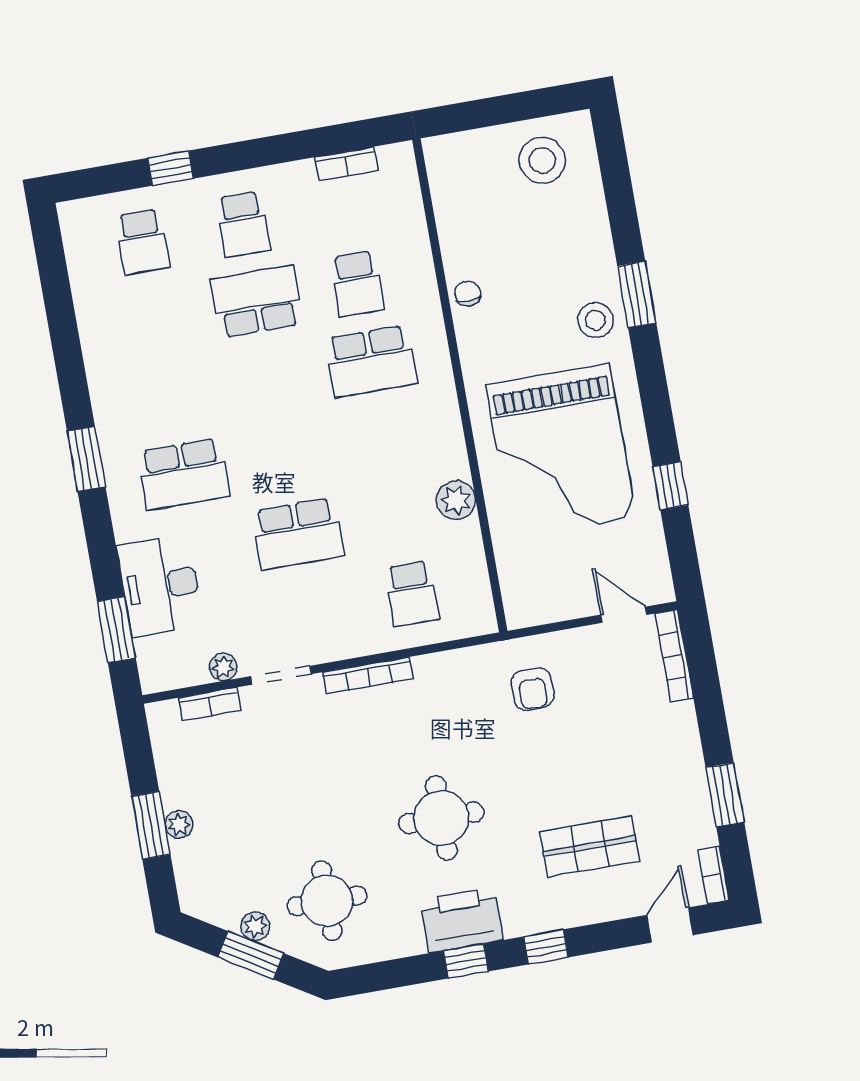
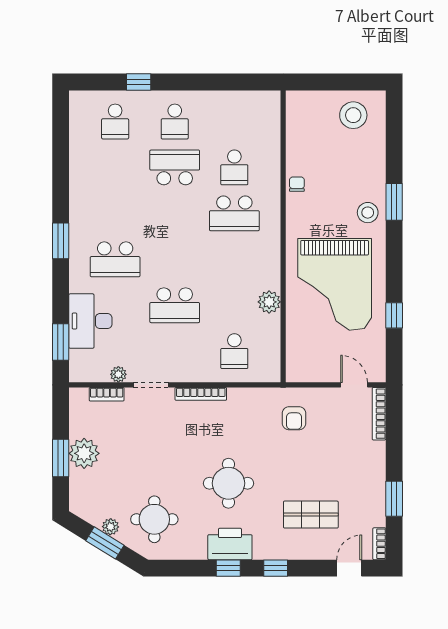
bookcase: (346, 164) -> (240, 97), removed
plant: (179, 825) -> (84, 453), width x1.88, depth x1.88

